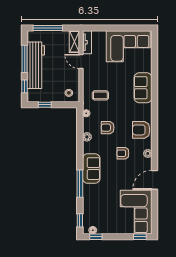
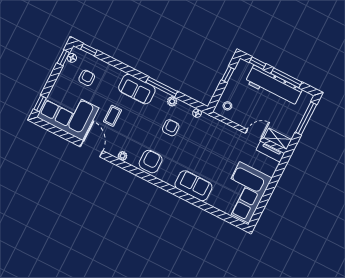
coffee table: (100, 95) -> (112, 116), moved
armchair: (123, 153) -> (87, 78), moved
window: (80, 184) -> (162, 87), moved

